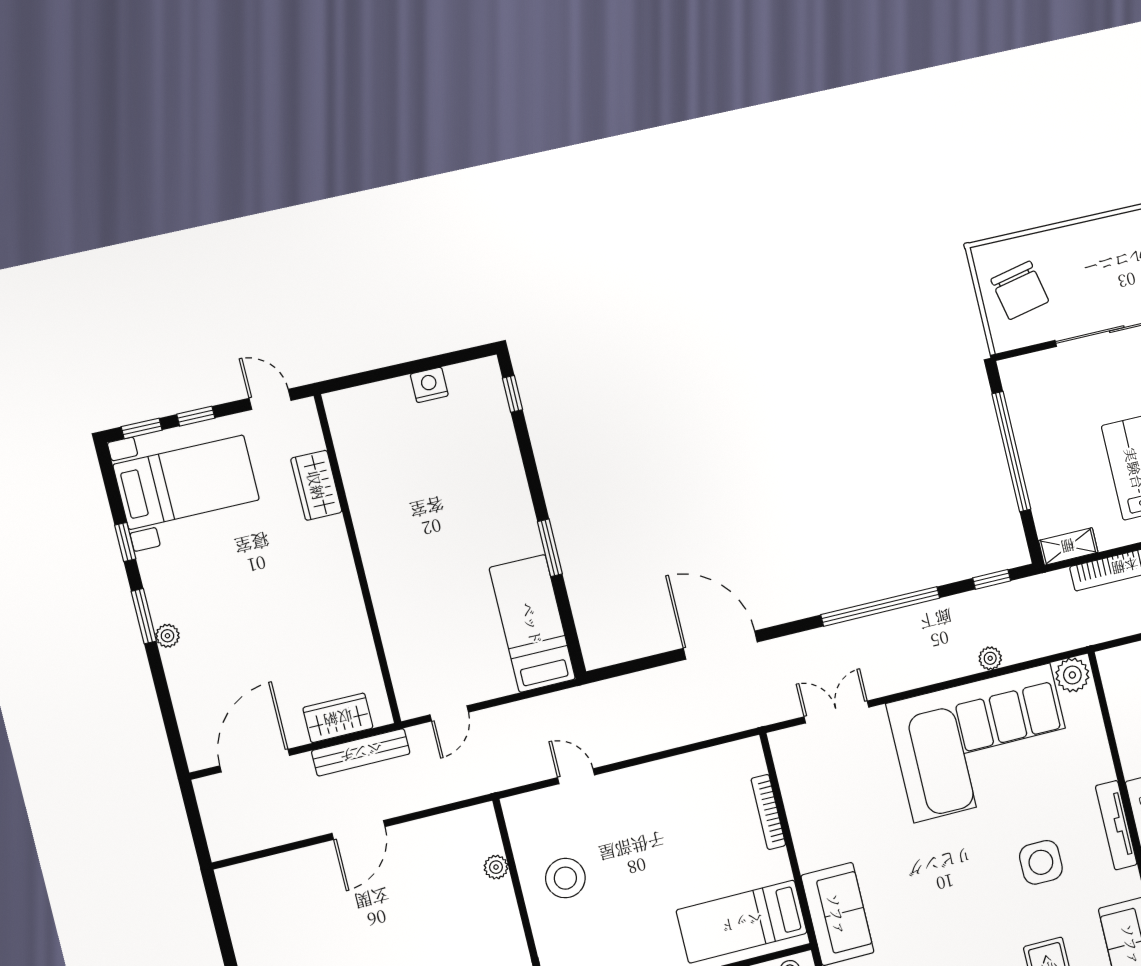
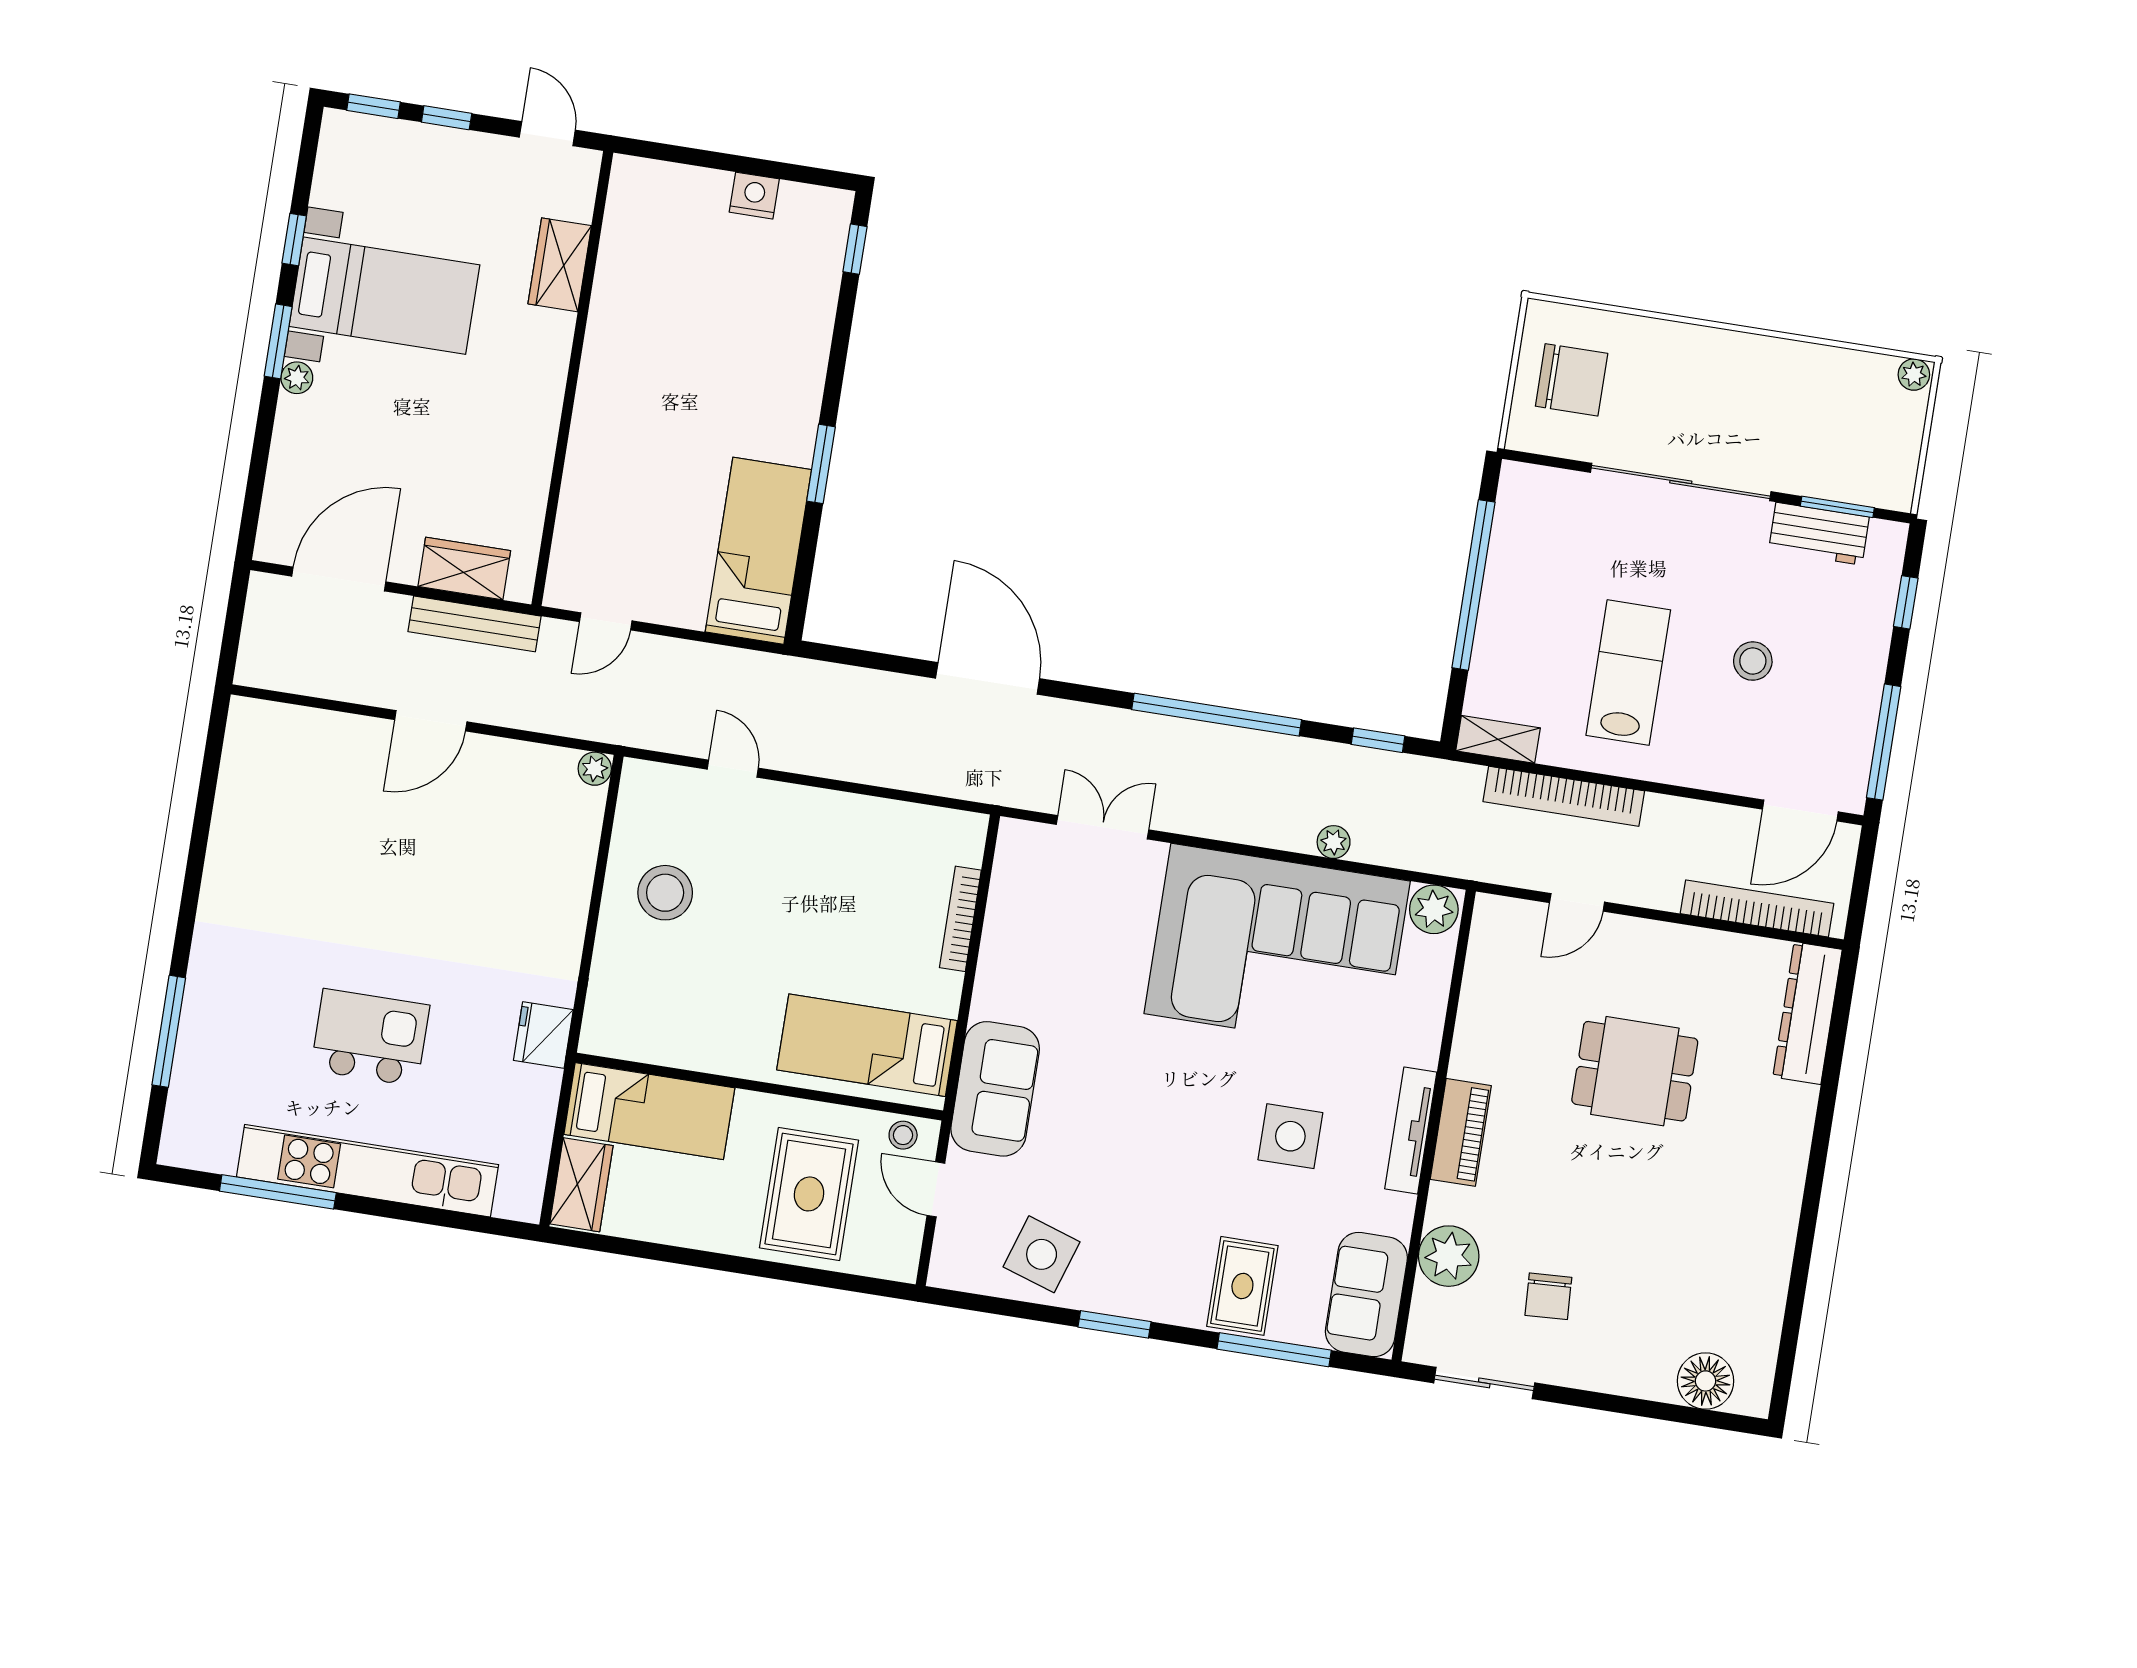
chair: (1020, 290) -> (1572, 380), turned -78
bed with nightstands: (186, 482) -> (384, 296), moved
plant: (496, 867) -> (595, 769), moved

